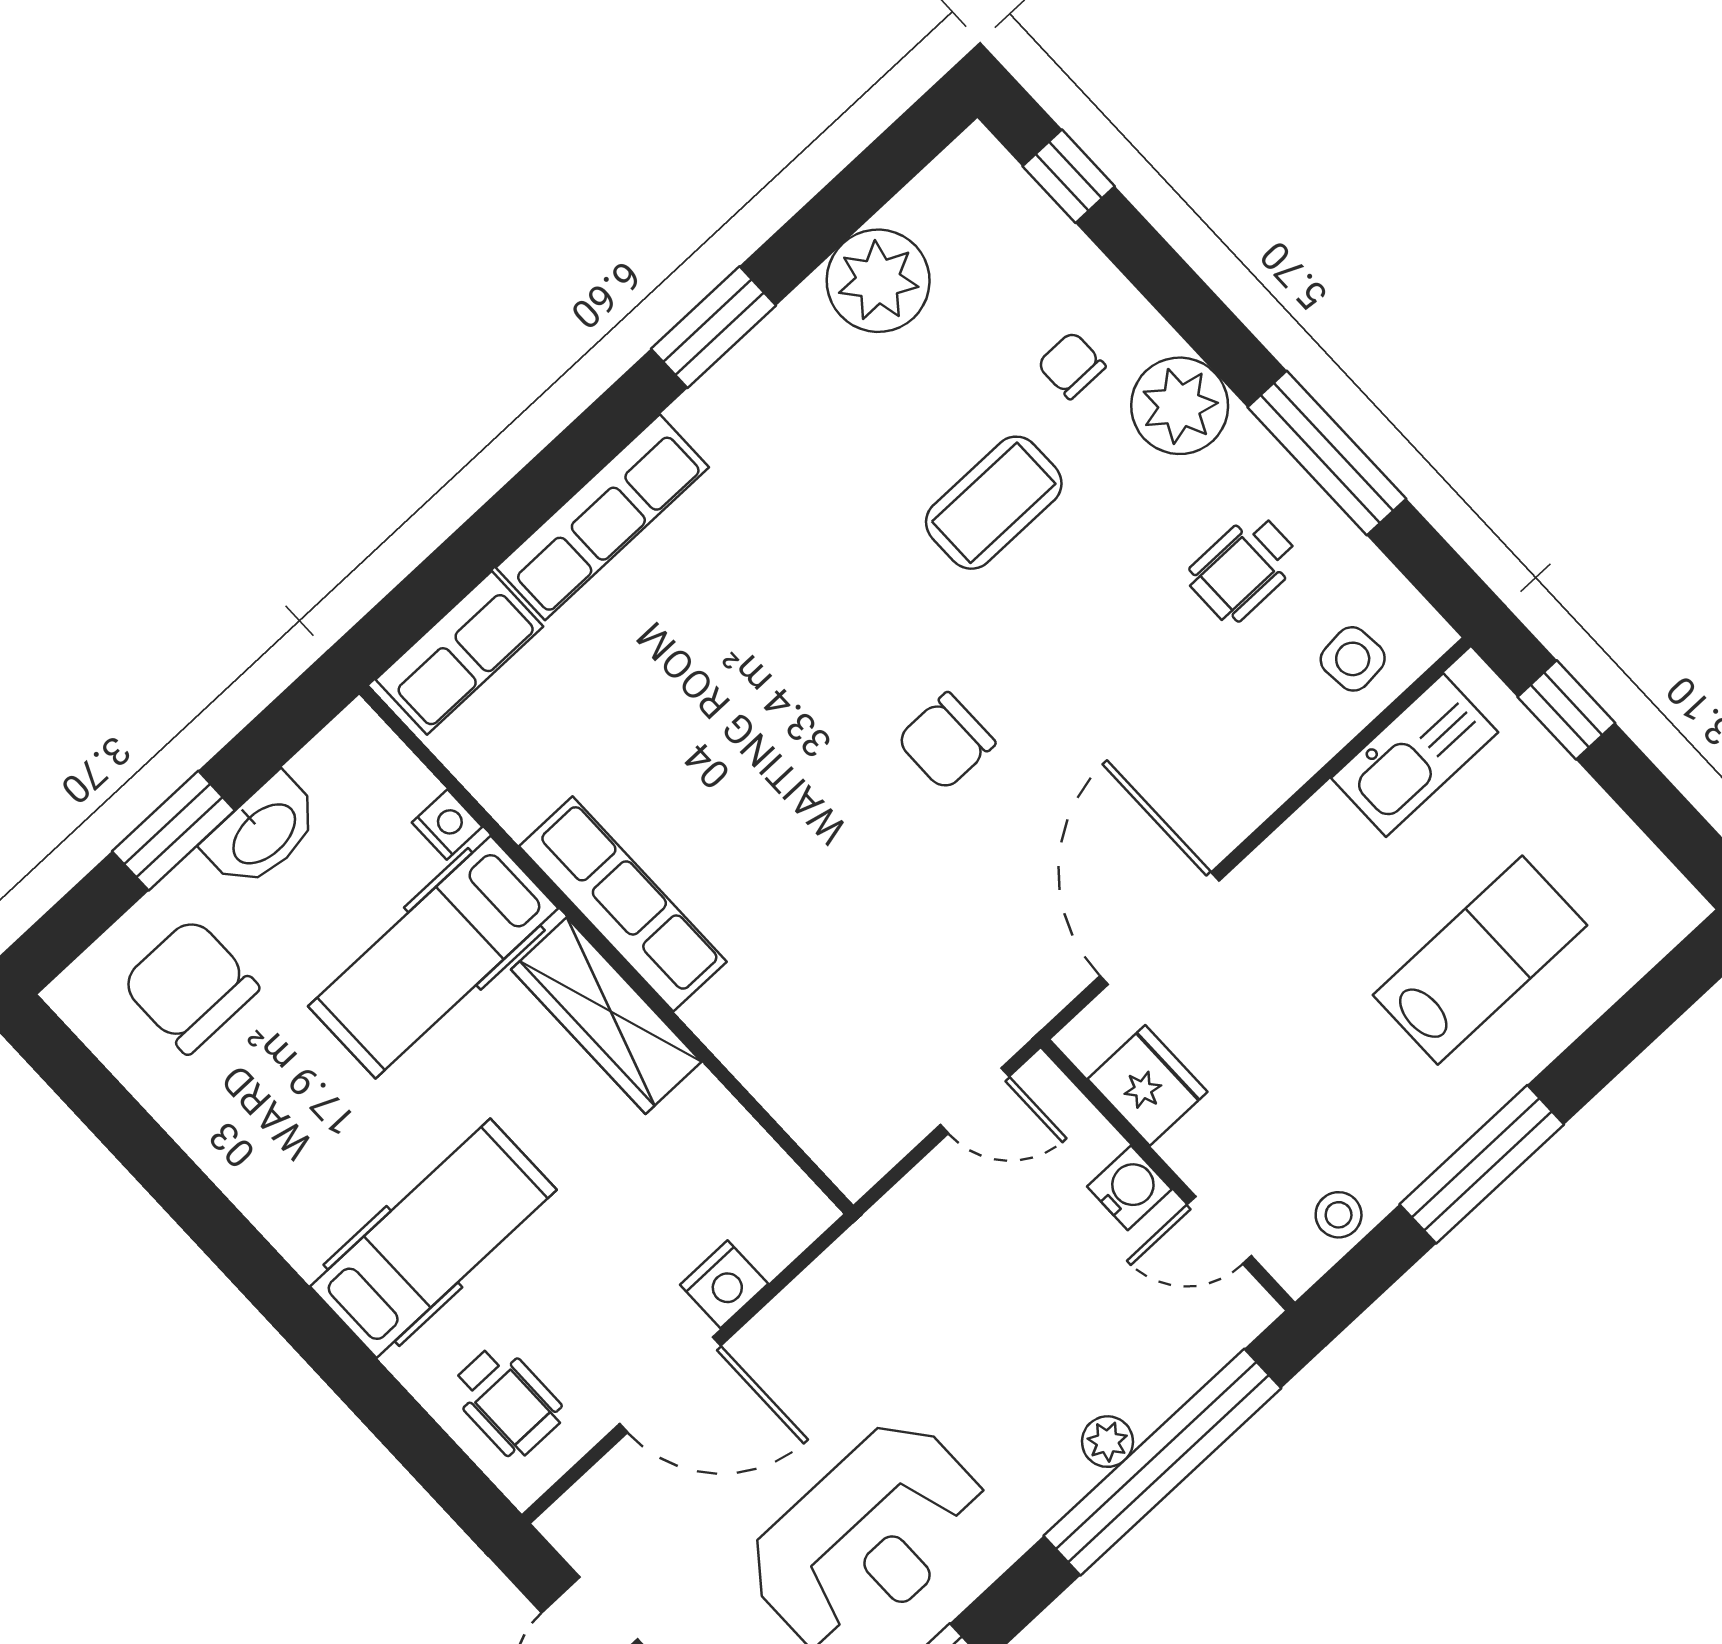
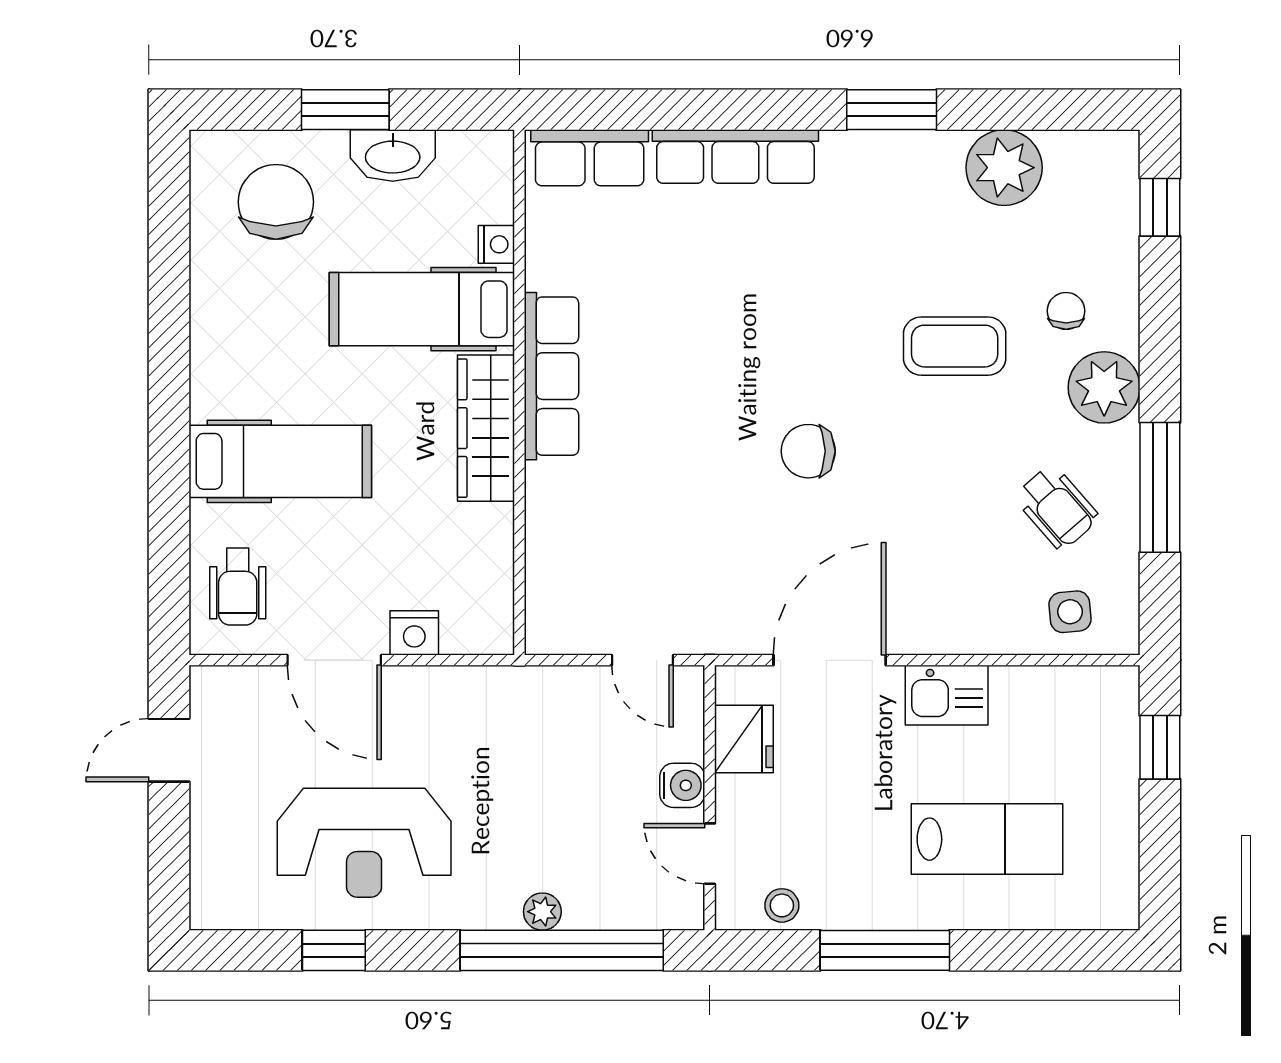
wheelchair: (1243, 568) -> (1057, 507), turned -131
kitchen sink: (1415, 755) -> (947, 695), moved, width x0.73

